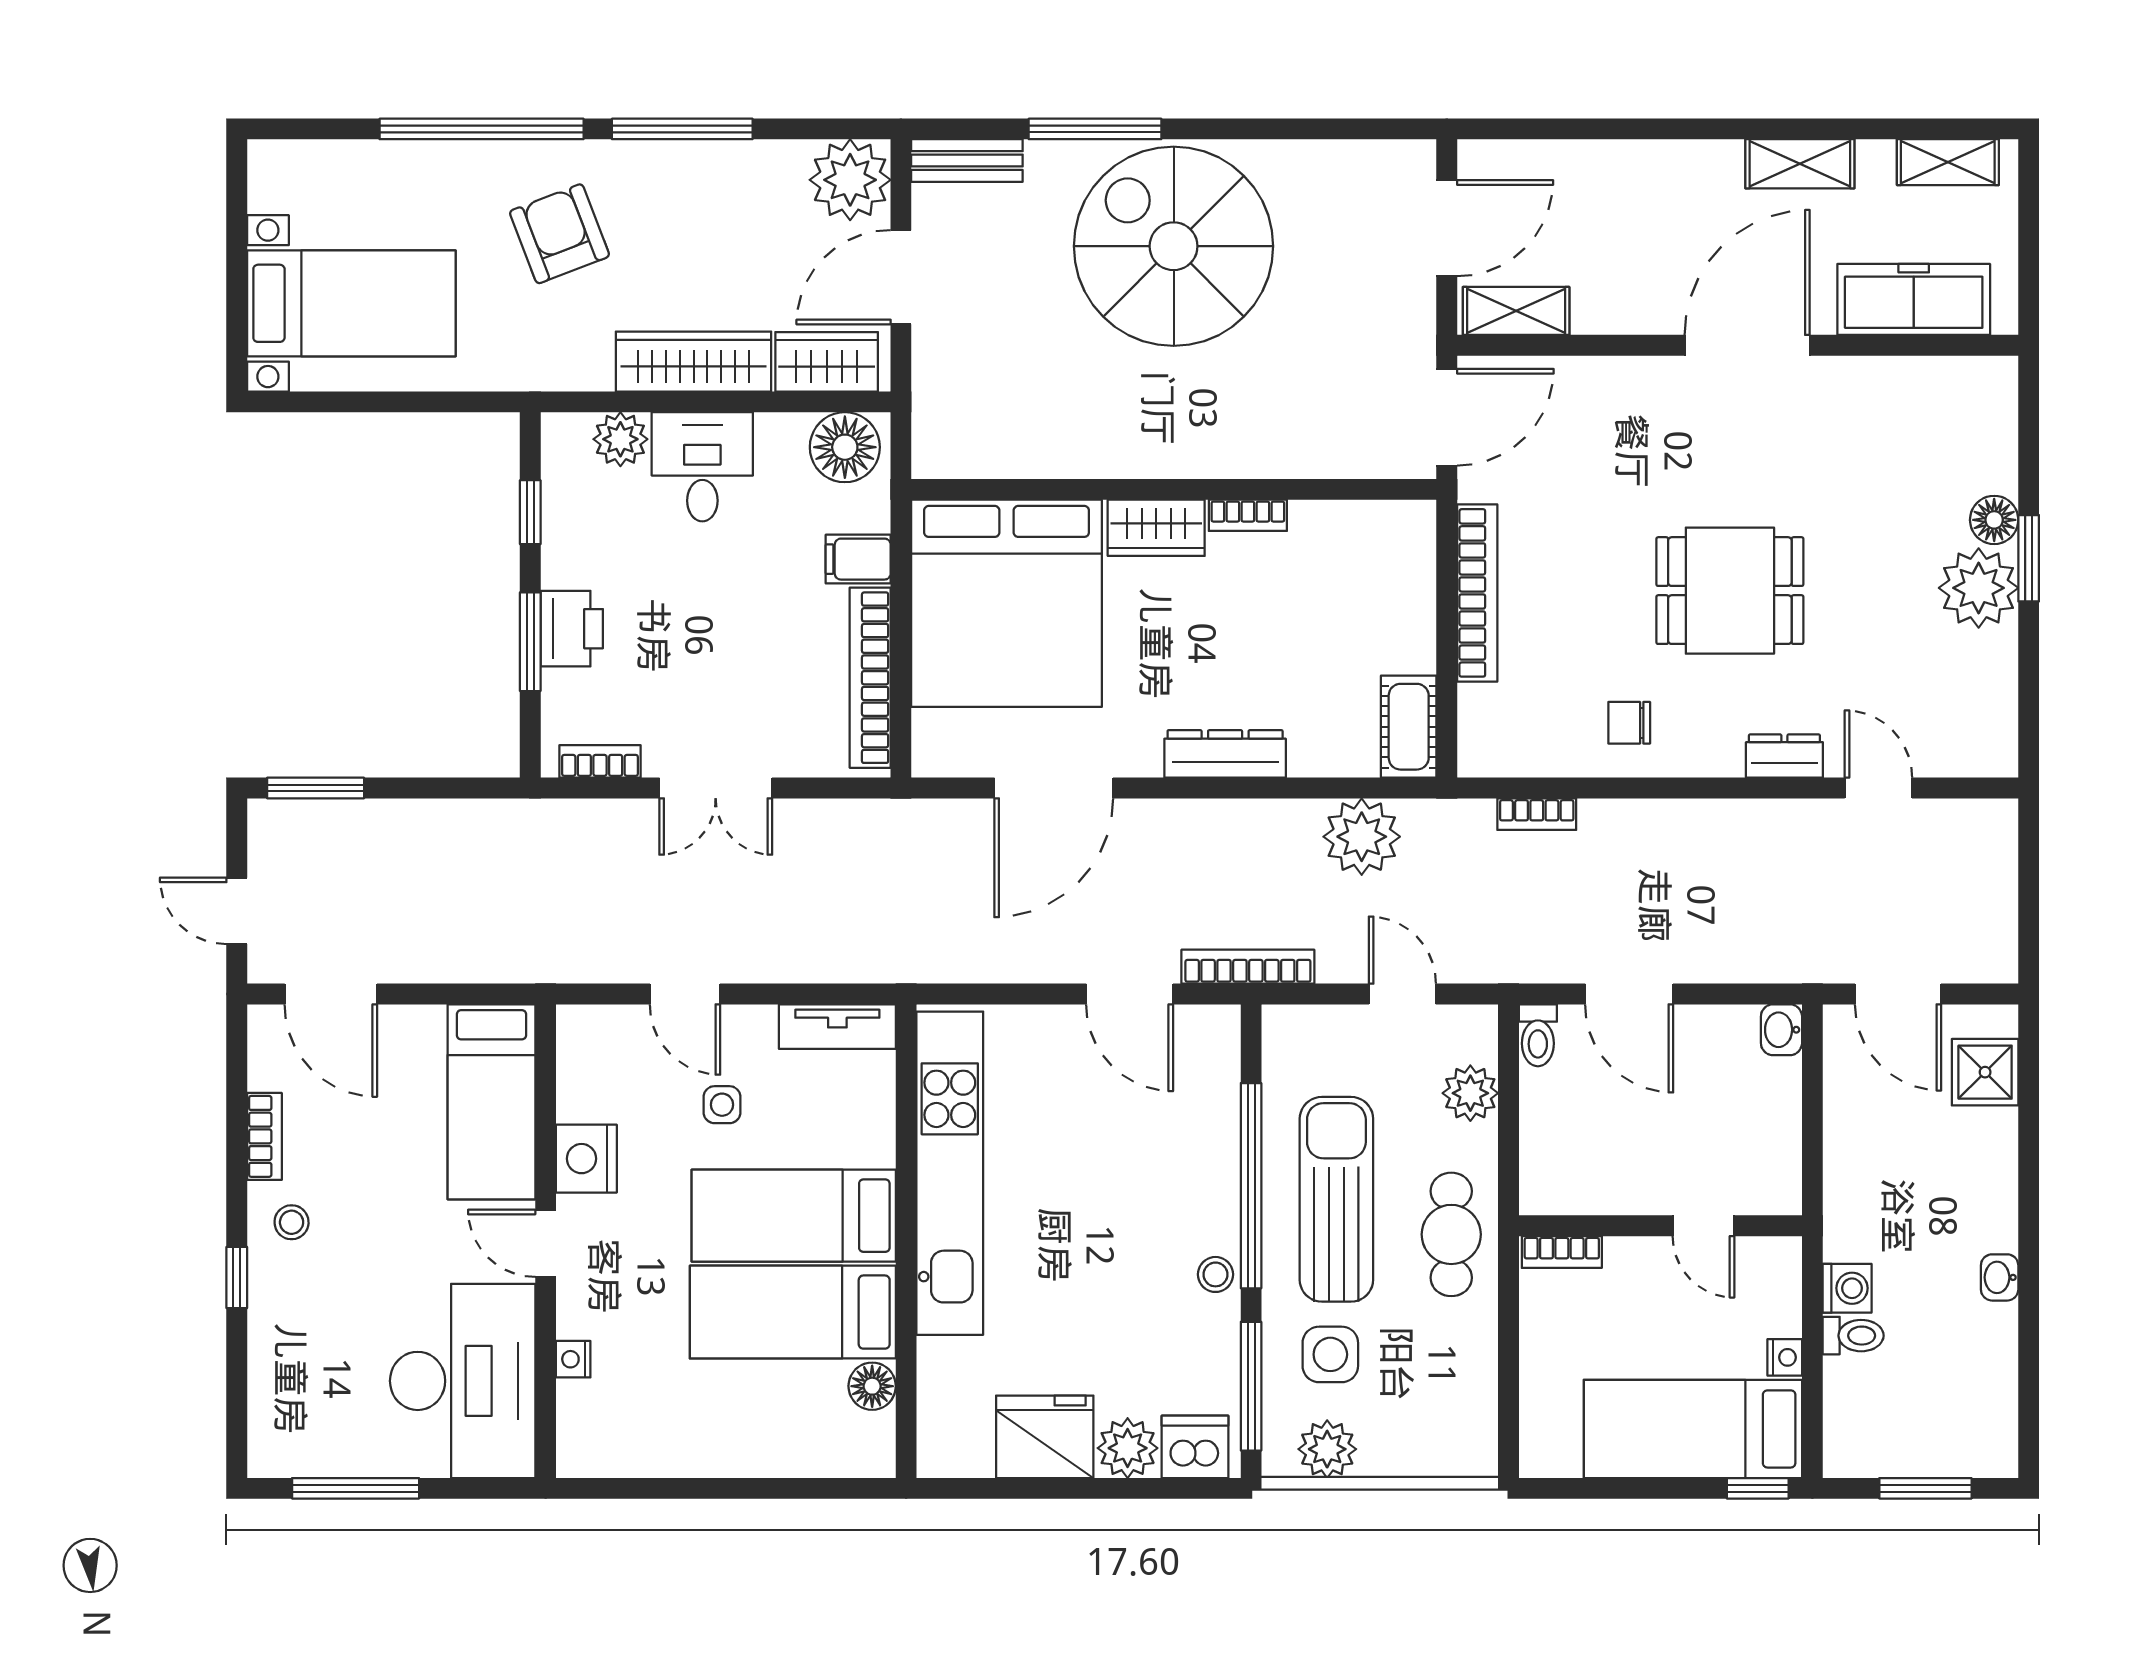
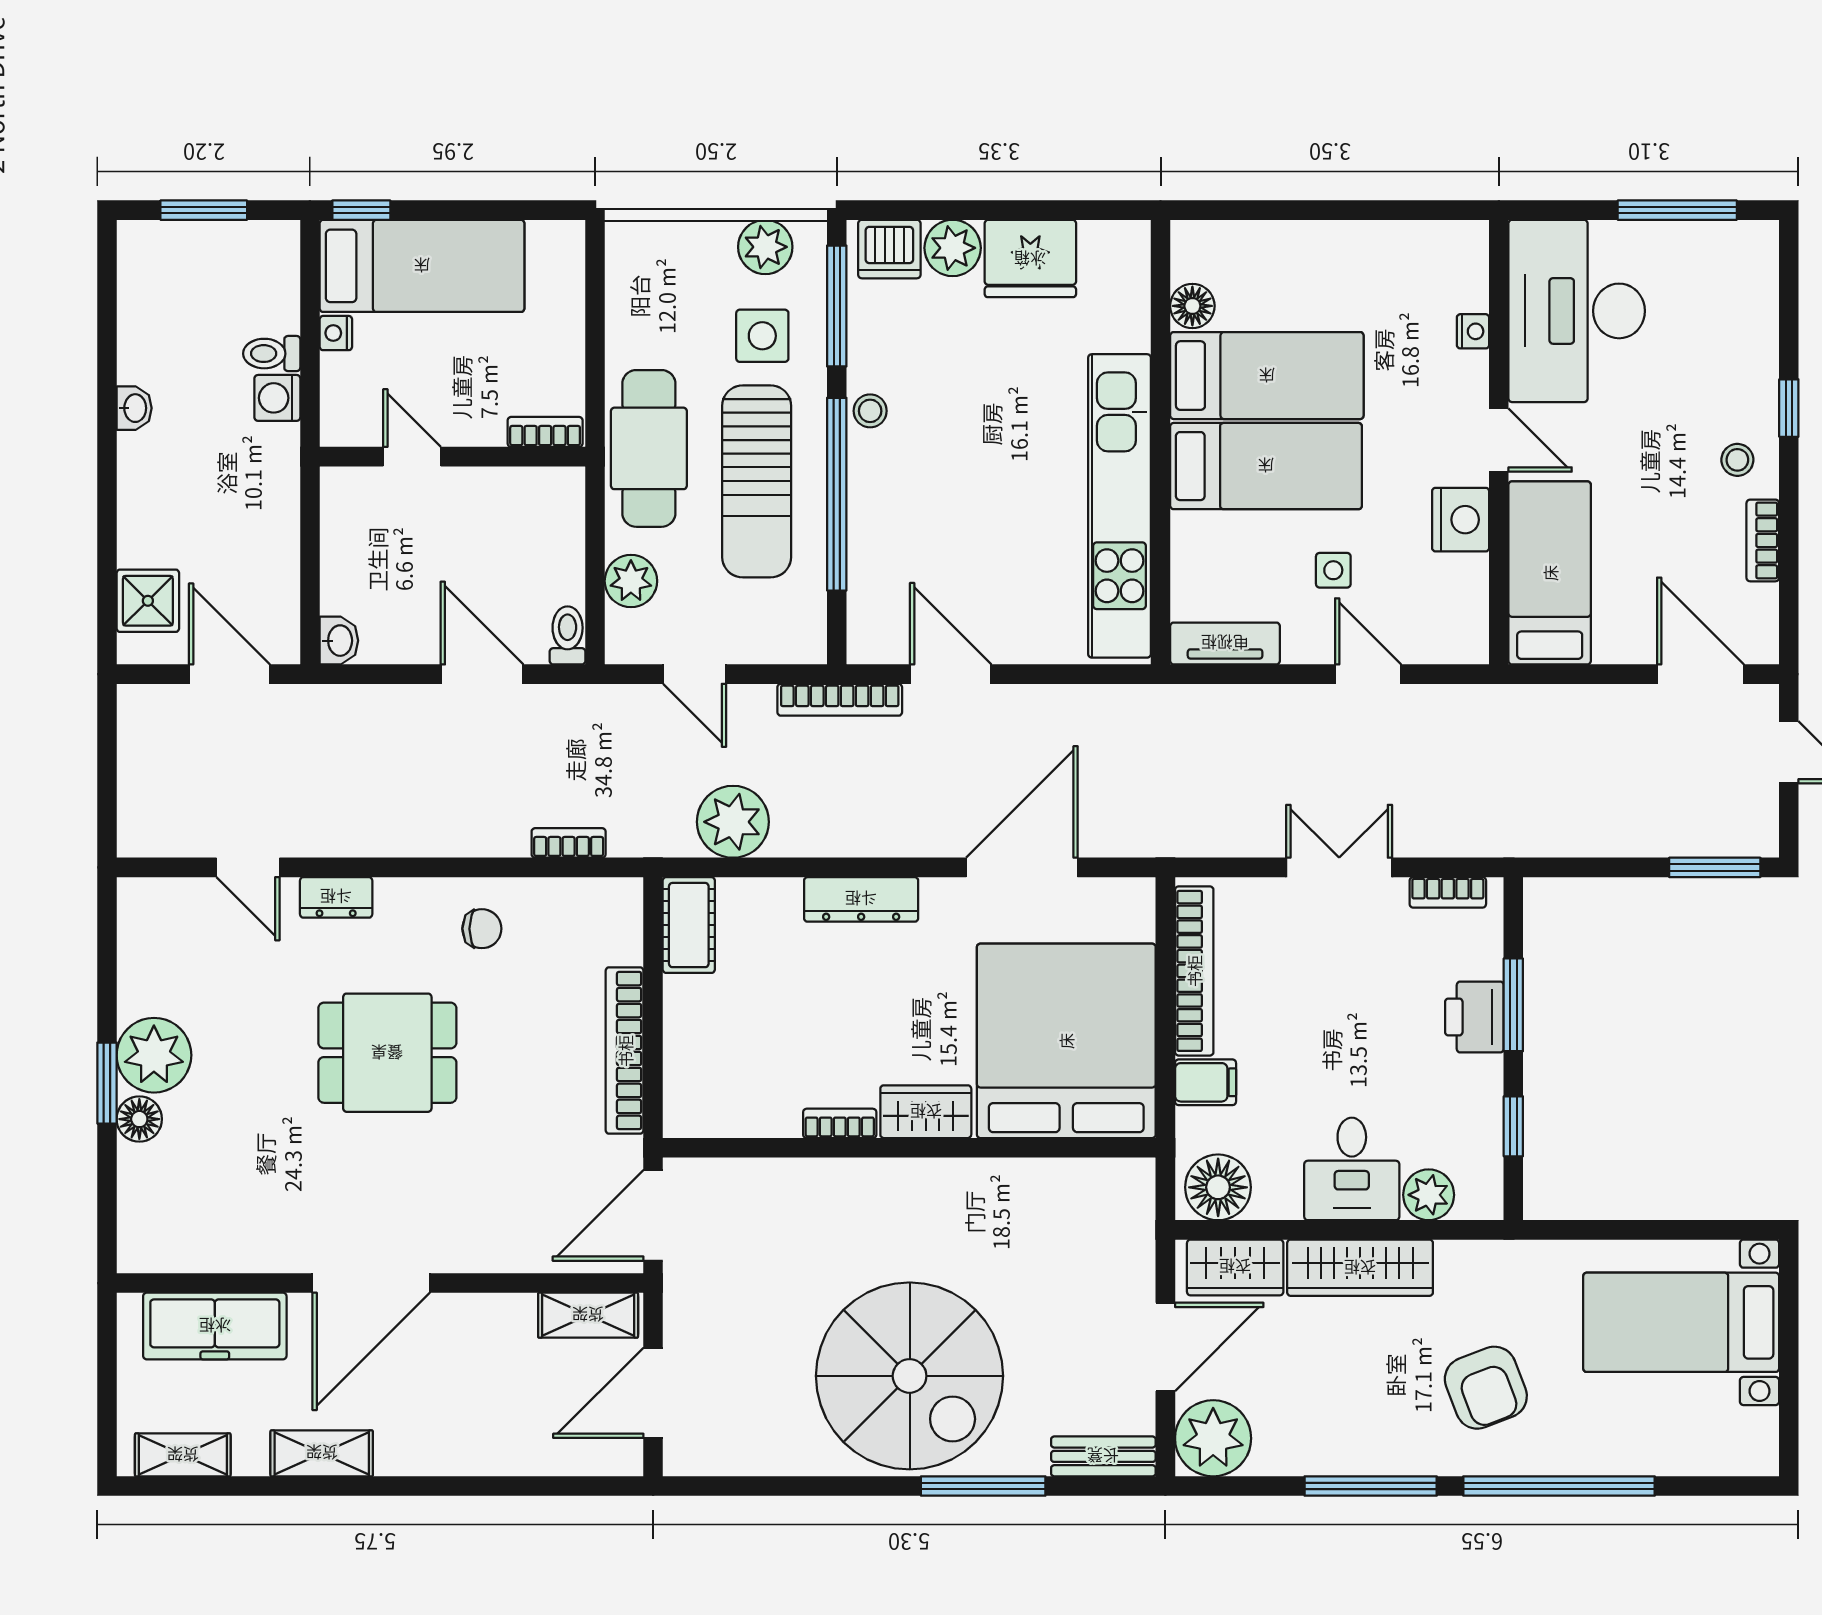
cafe table: (1451, 1234) -> (649, 448), width x1.37, depth x1.35

